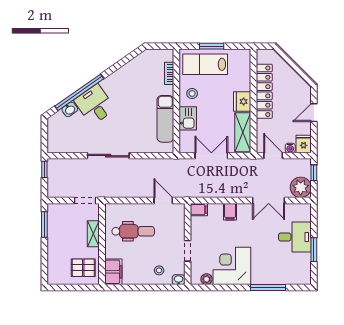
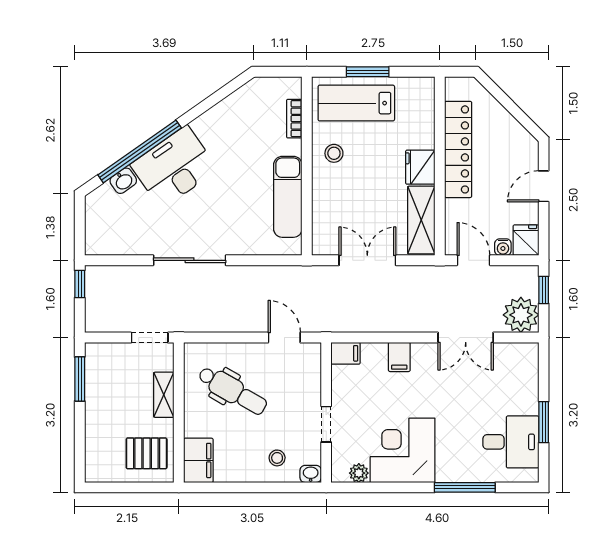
desk: (95, 105) -> (174, 167), width x1.37
kitchen sink: (188, 118) -> (326, 196), removed
dental chair: (133, 231) -> (232, 391), turned 30
desk: (295, 237) -> (511, 442), moved

